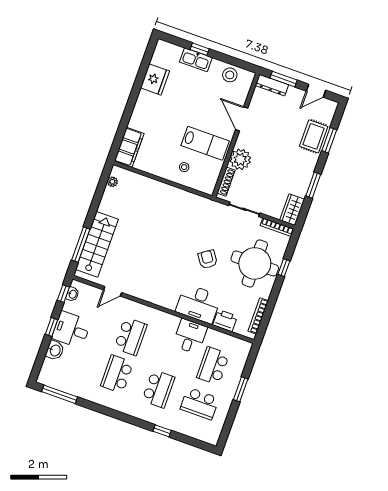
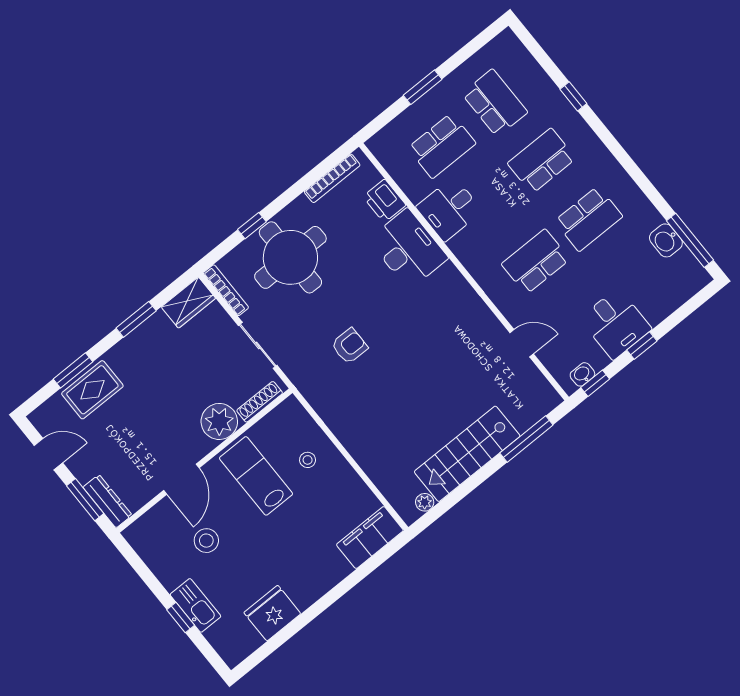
stool: (230, 75) -> (206, 541), moved
stairs: (97, 244) -> (467, 454), moved
armchair: (208, 259) -> (349, 346), moved, turned -145
washbasin: (55, 350) -> (666, 240), moved, turned -90

